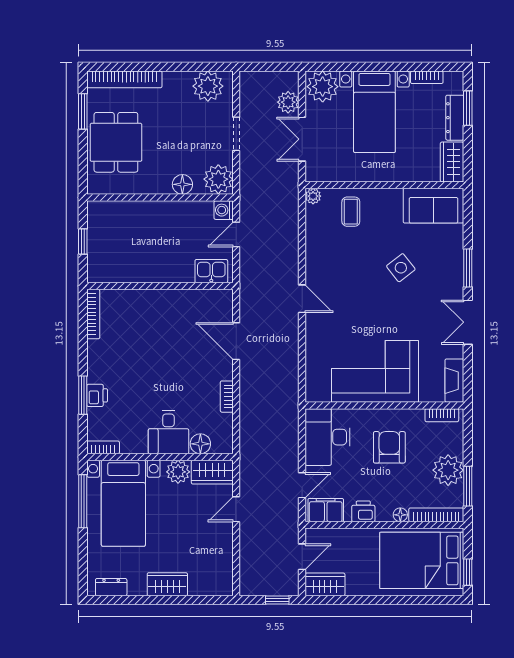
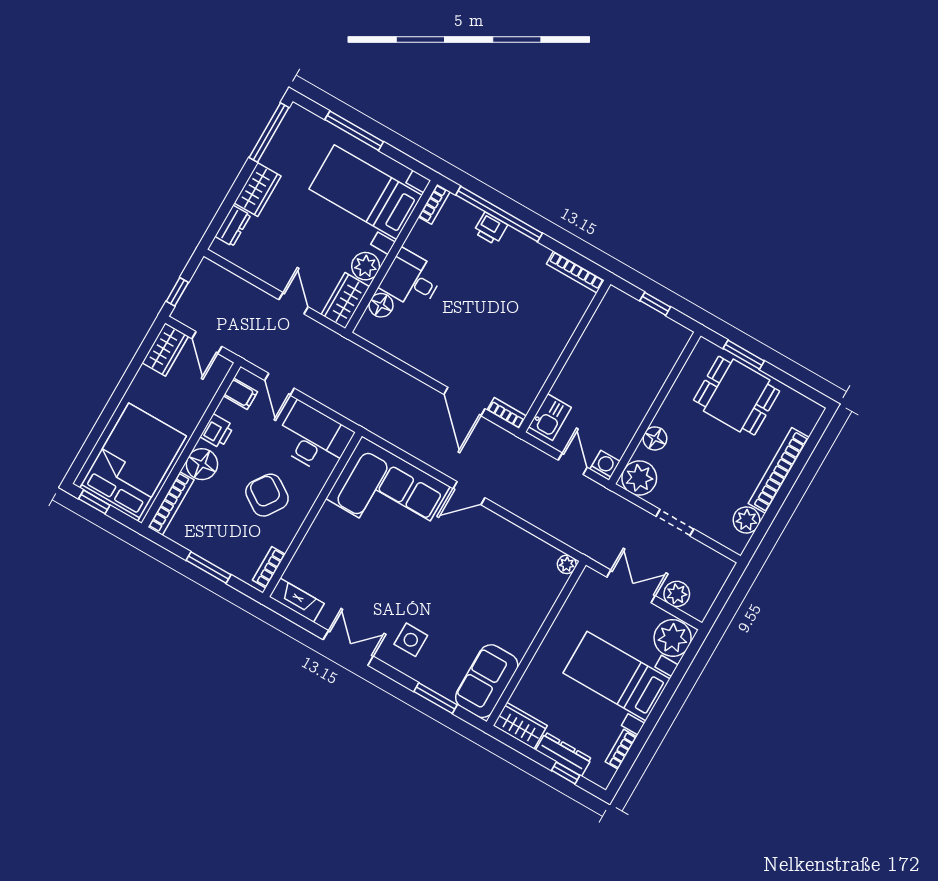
bookcase: (124, 79) -> (779, 470), moved
plant: (208, 86) -> (746, 520), width x0.73, depth x0.73
window: (468, 108) -> (566, 773), width x0.67
window: (83, 111) -> (744, 355), moved
coffee table: (351, 212) -> (529, 594), removed
side table: (401, 268) -> (411, 640), moved, turned 38
window: (468, 268) -> (436, 698), moved
door: (236, 341) -> (464, 402), swing flipped
corner sofa: (375, 371) -> (388, 493), moved, turned 90
window: (83, 395) -> (499, 214), width x2.11
bookcase: (227, 397) -> (507, 413), moved
armchair: (389, 447) -> (267, 495), turned -146
plant: (448, 470) -> (209, 542), removed
window: (468, 486) -> (208, 568), moved
window: (83, 501) -> (354, 131), moved
filing cabinet: (326, 510) -> (240, 394), width x0.50
floor lamp: (400, 515) -> (202, 464), width x1.89, depth x1.89
dresser: (111, 587) -> (233, 226), moved
window: (120, 600) -> (269, 132), added

